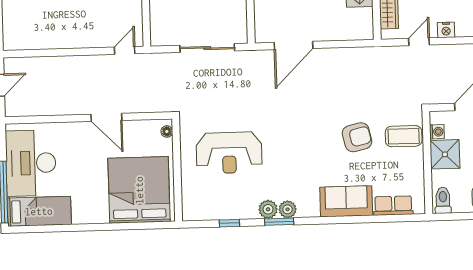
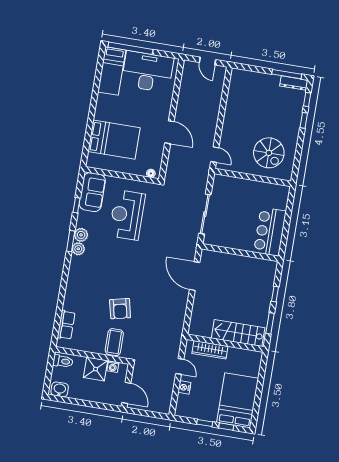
door: (106, 117) -> (169, 132), swing flipped
bed: (139, 190) -> (114, 140), width x0.73
sofa: (346, 201) -> (92, 192), moved

